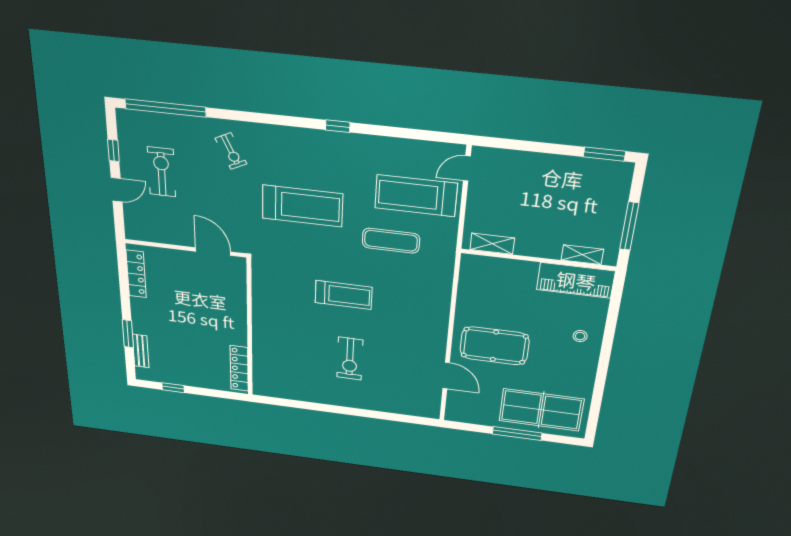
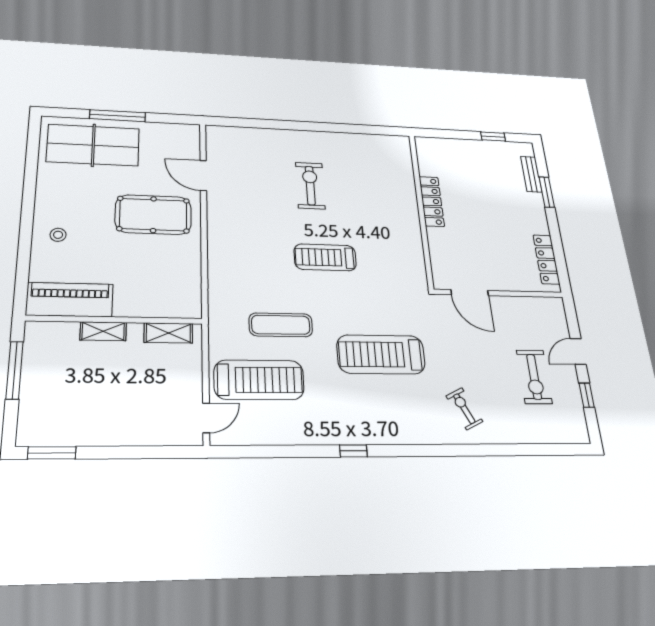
window: (166, 108) -> (539, 450), removed
shelving: (582, 255) -> (103, 331), moved
locker: (239, 368) -> (432, 201), moved

